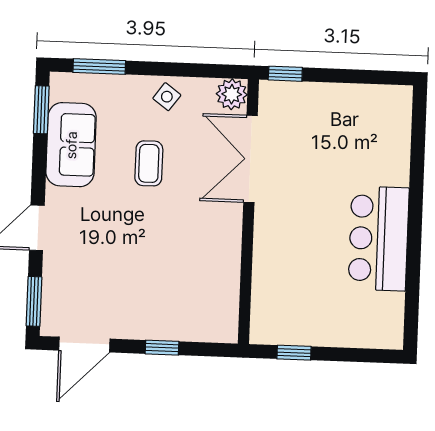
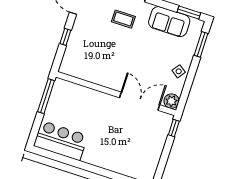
coffee table: (149, 163) -> (123, 19), moved
bar counter: (379, 238) -> (61, 141), moved
window: (294, 353) -> (46, 96), width x2.17

